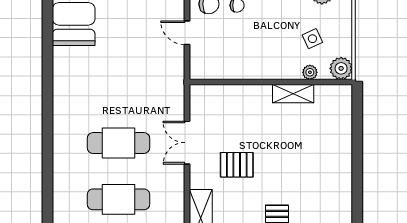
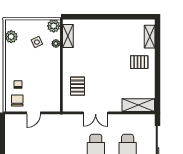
shelving: (293, 94) -> (68, 36), moved
pallet: (237, 165) -> (78, 86), moved

